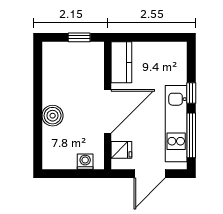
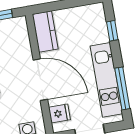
window: (191, 93) -> (112, 31), moved
door: (108, 111) -> (40, 80), hinge flipped

